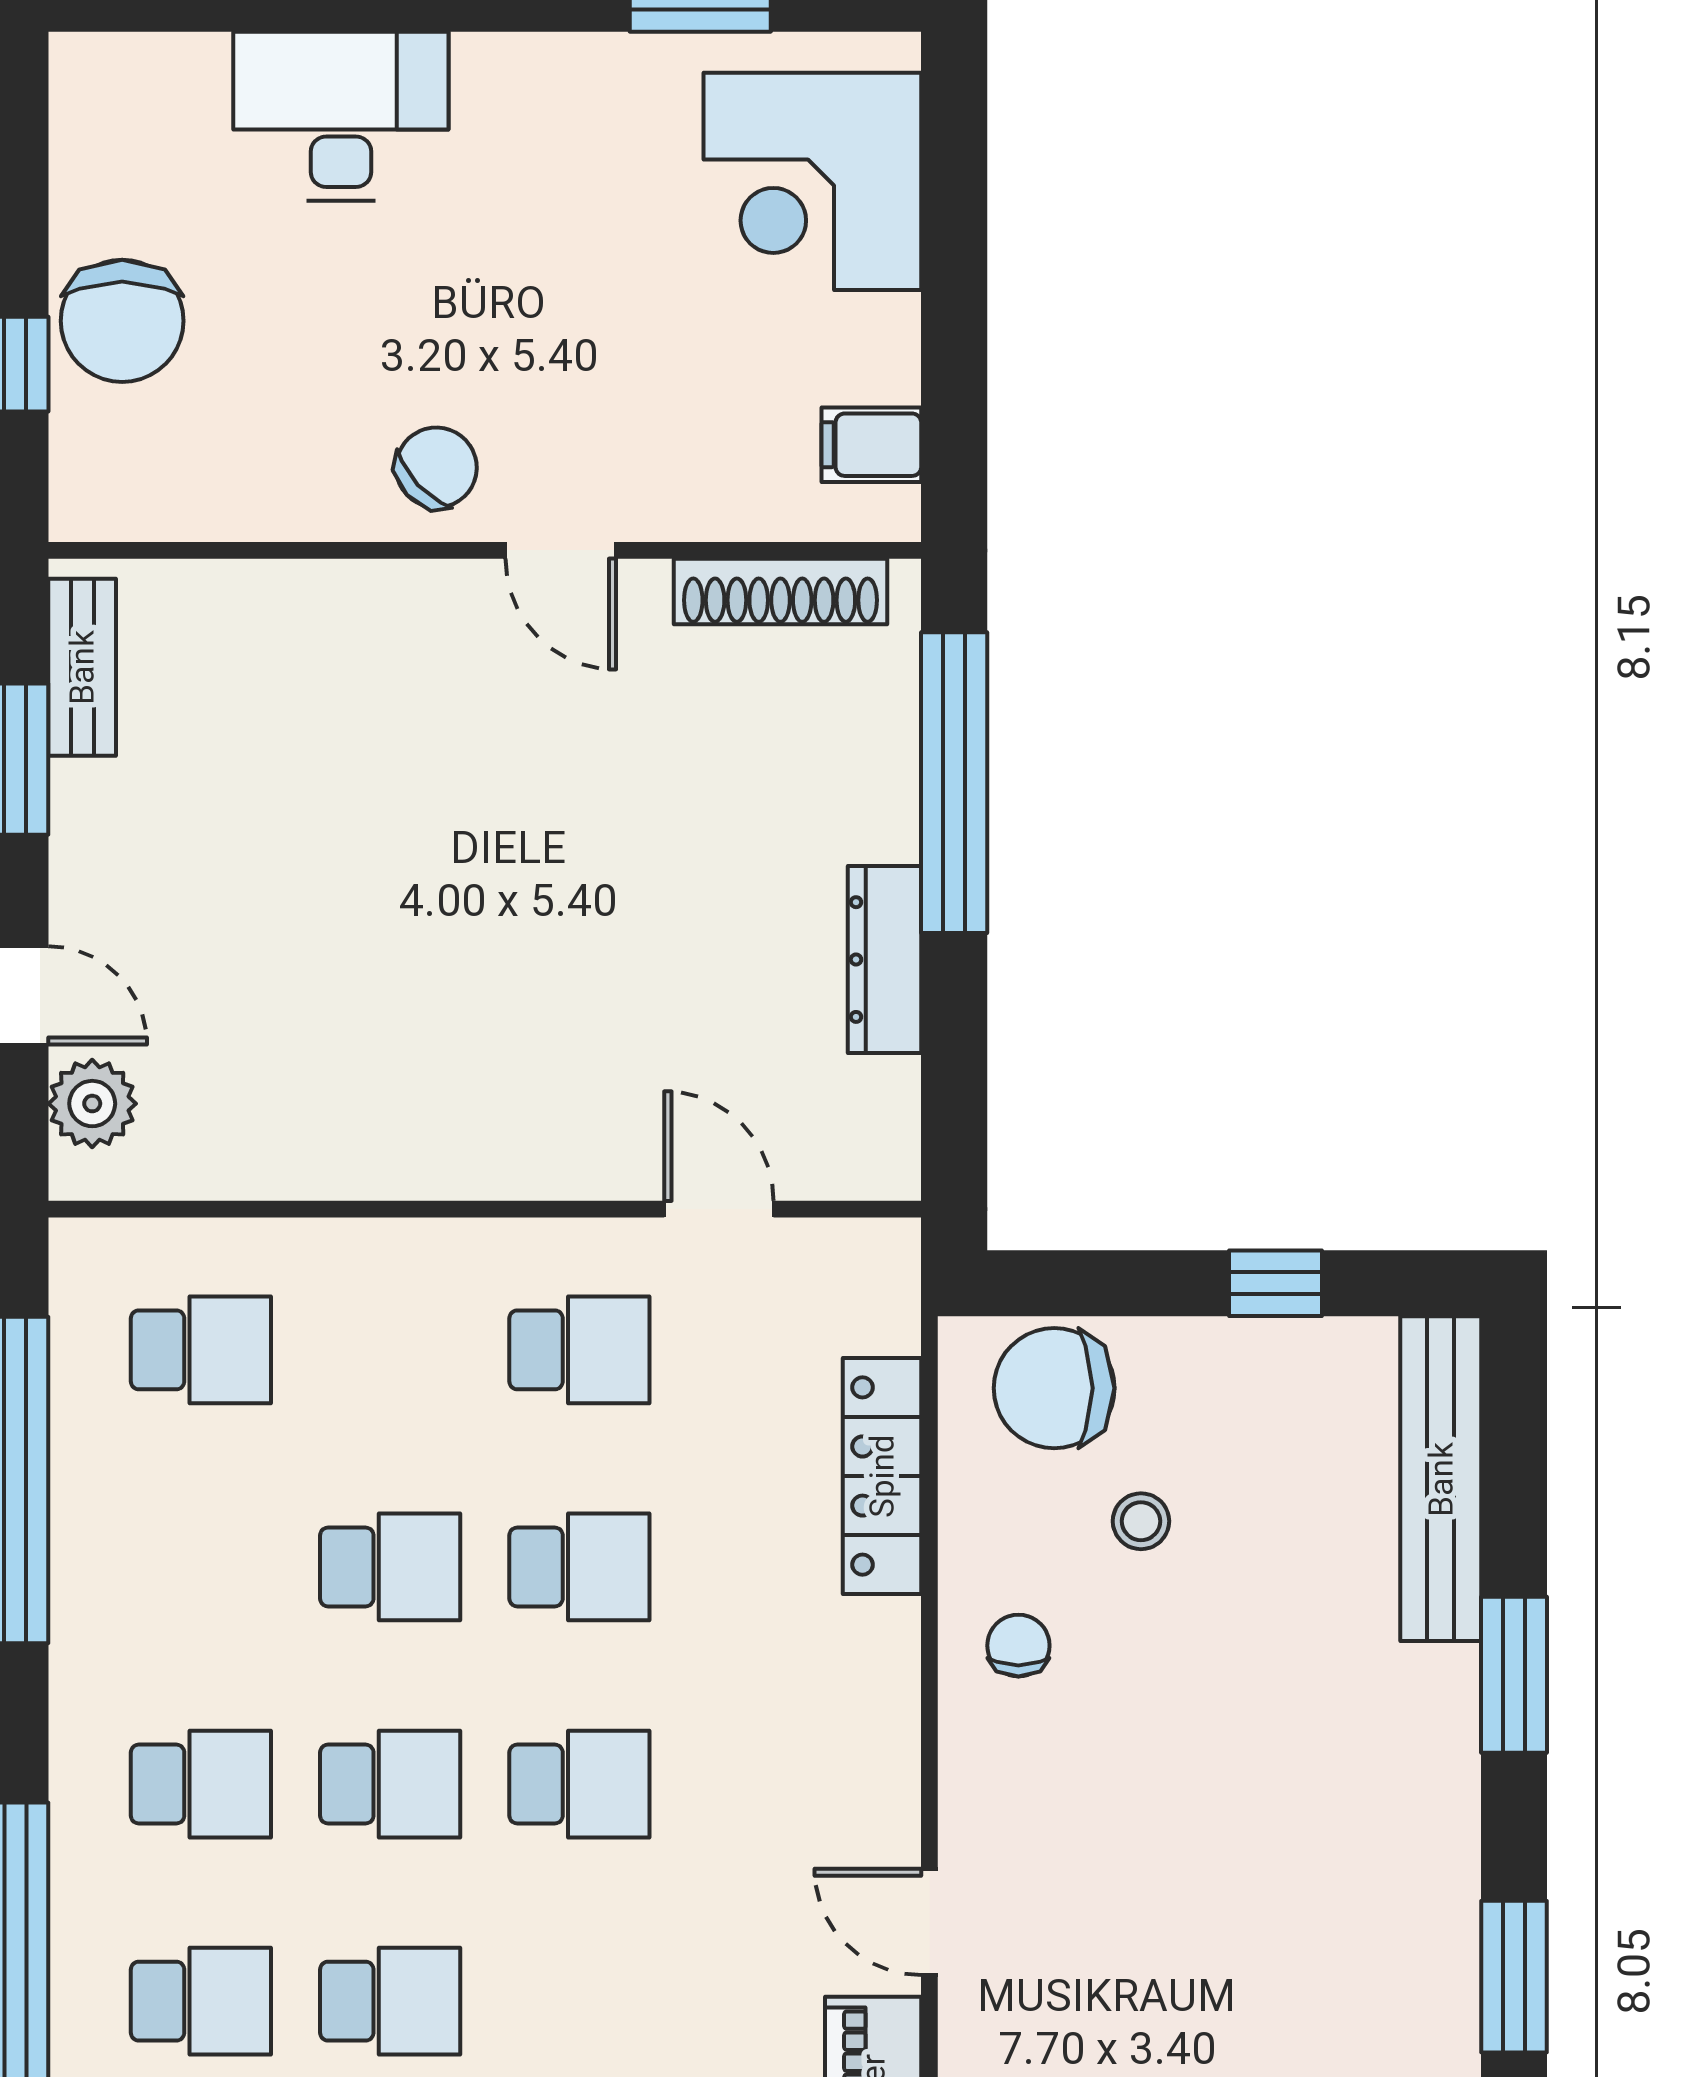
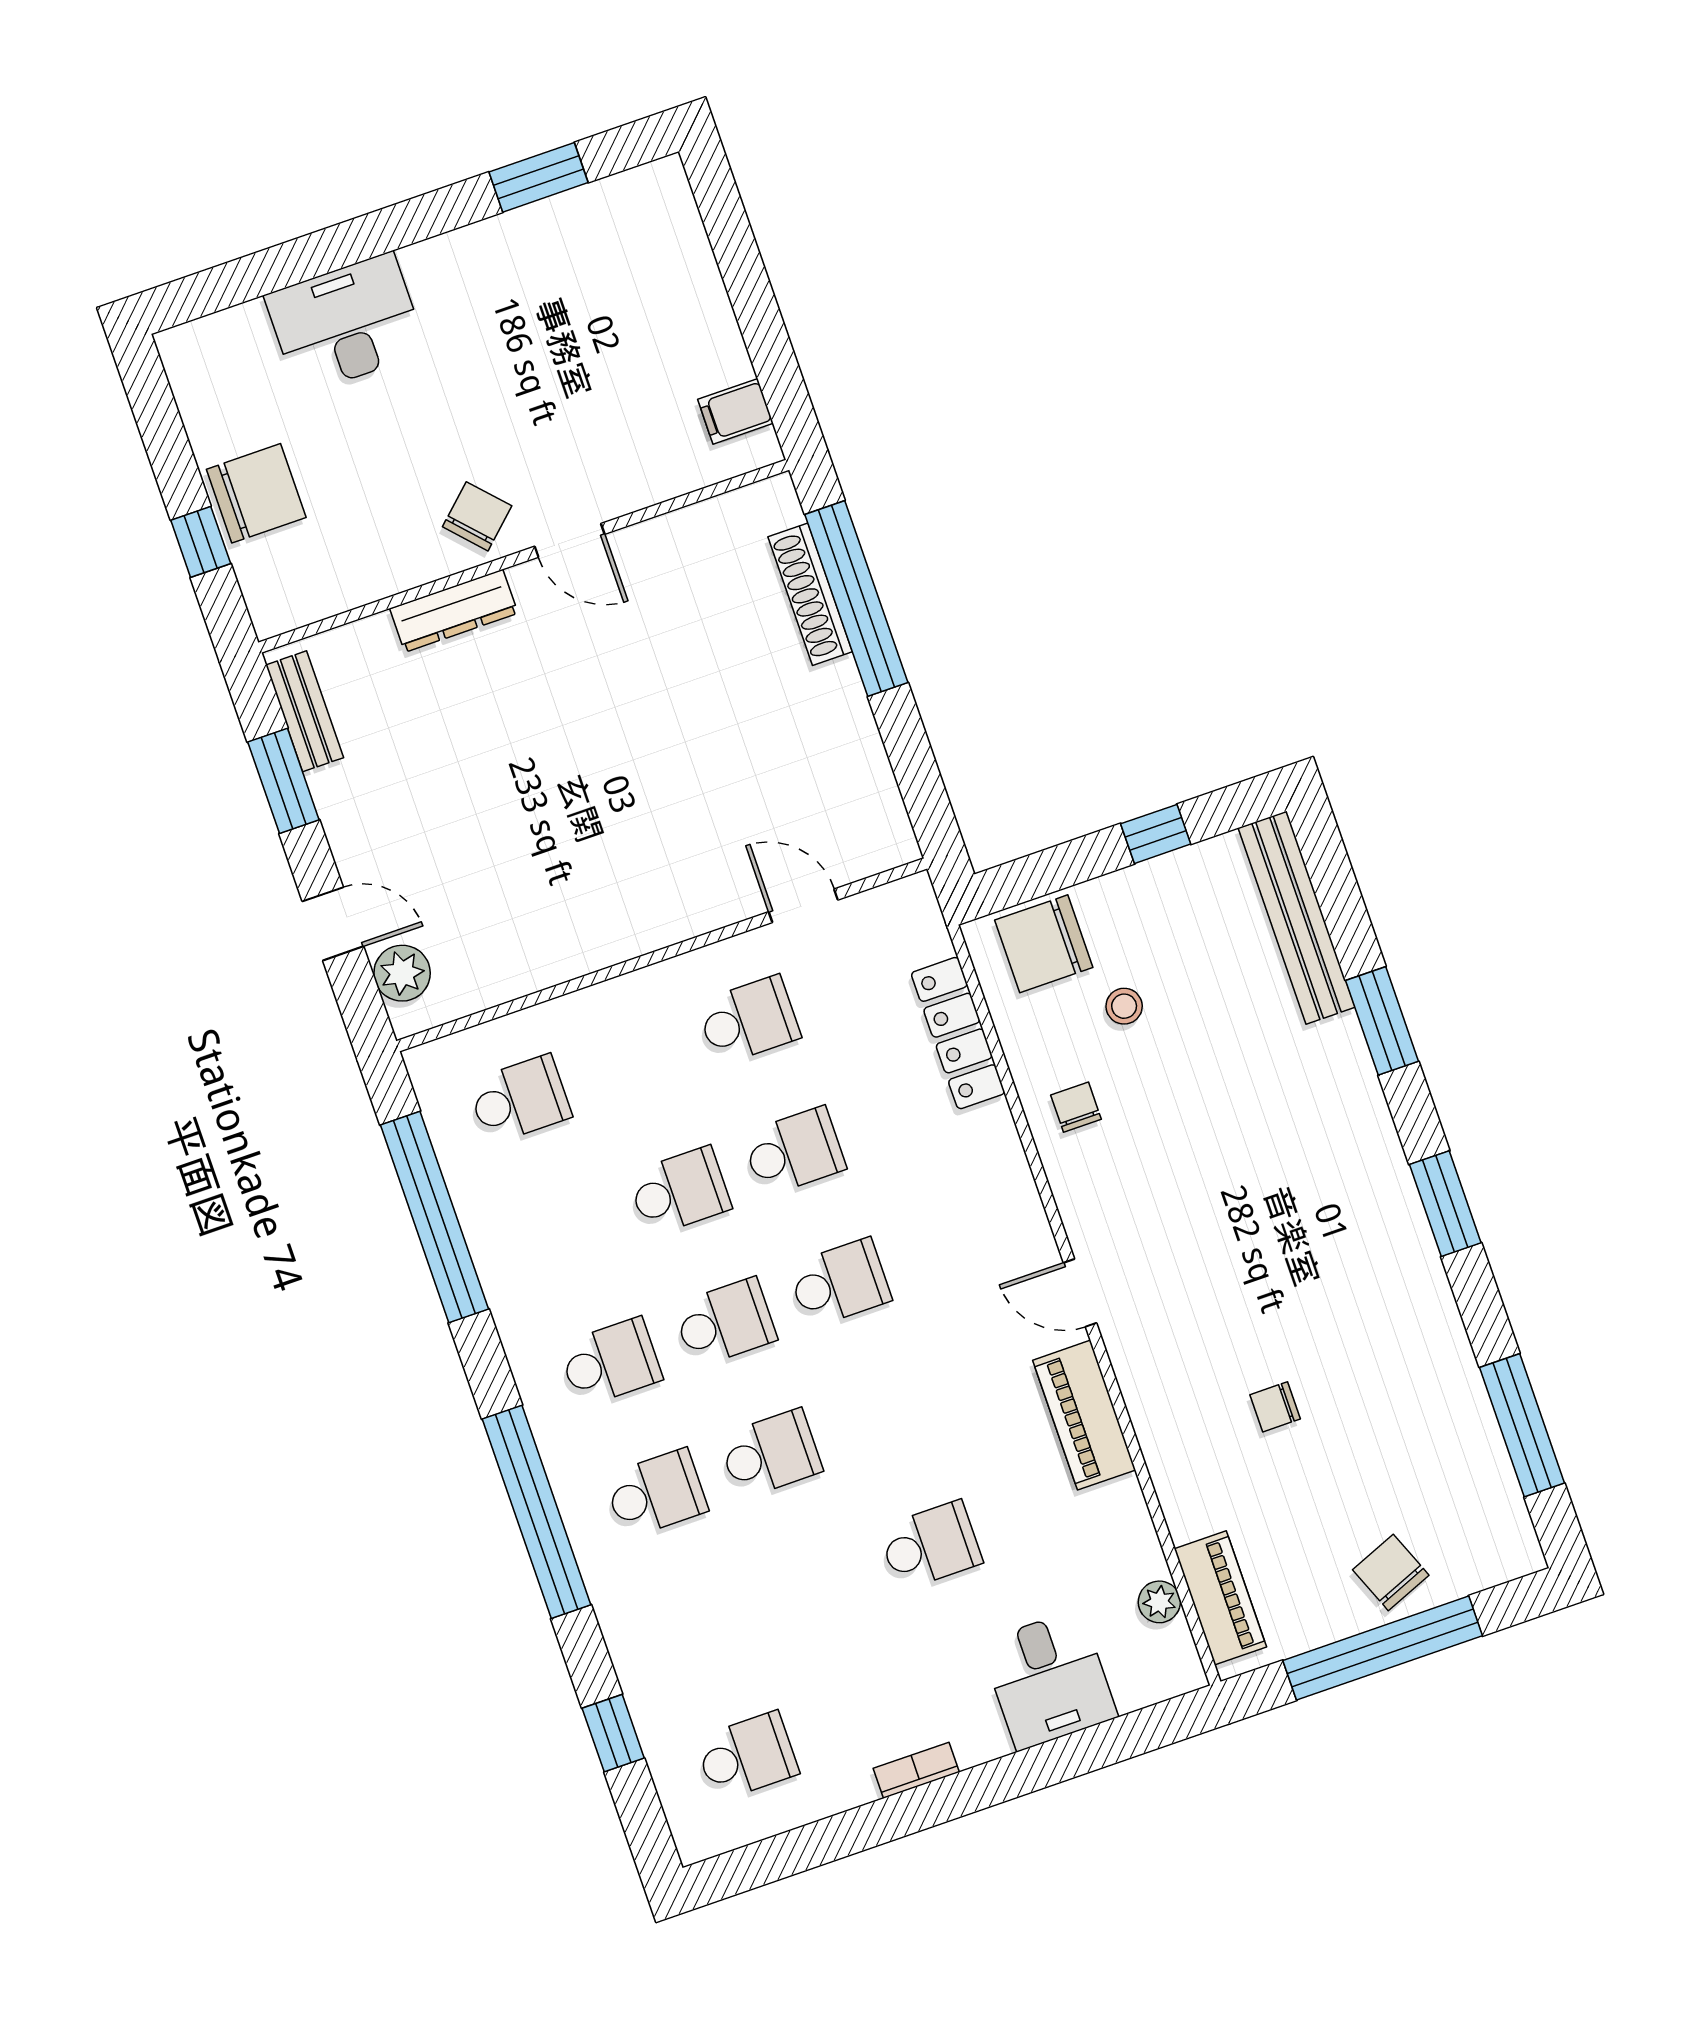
corner desk: (812, 181) -> (645, 264), removed
chair: (122, 321) -> (256, 493), turned -90
shoe rack: (780, 592) -> (810, 594), moved, turned 90
dresser: (885, 960) -> (454, 611), moved, turned -90

